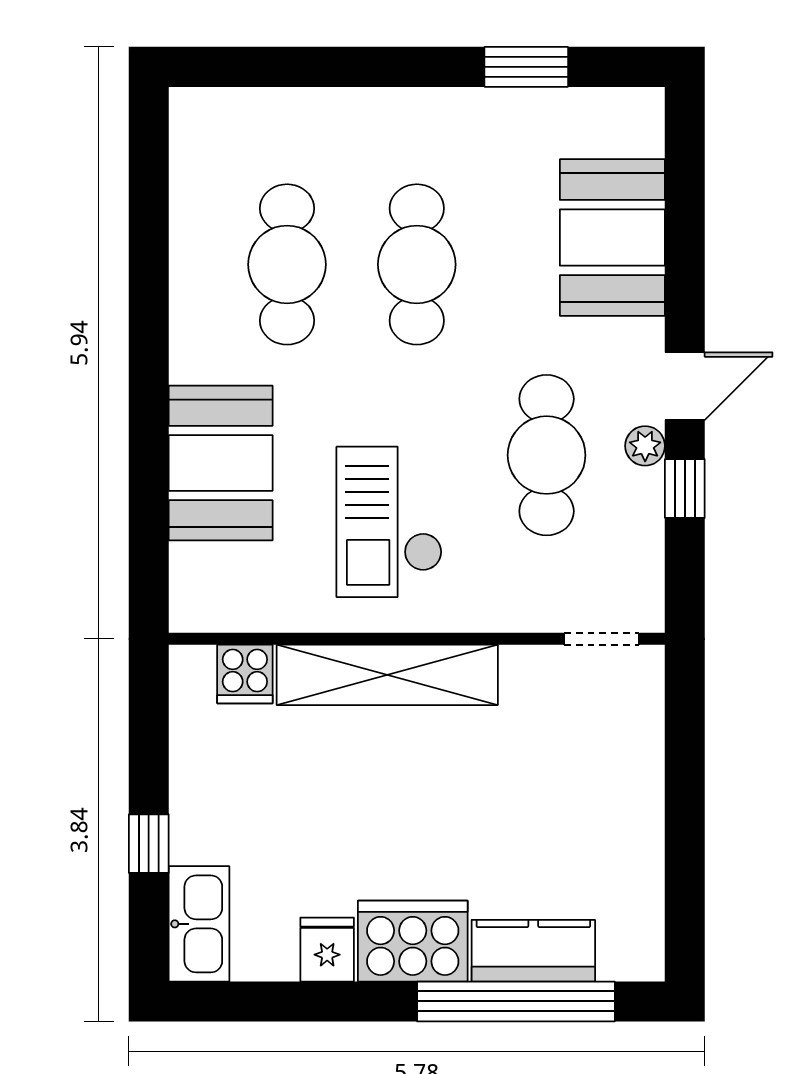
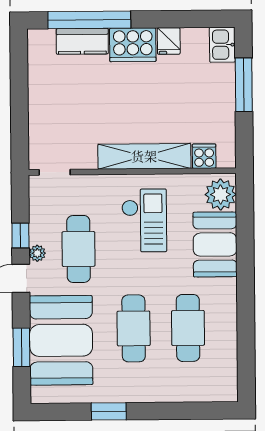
window: (526, 67) -> (109, 411), moved
window: (685, 222) -> (21, 347), added
booth: (612, 237) -> (61, 340), width x1.36, depth x1.42
plant: (206, 582) -> (221, 194), added
window: (149, 844) -> (244, 85), width x2.17
kitchen sink: (199, 924) -> (222, 45), width x0.73

